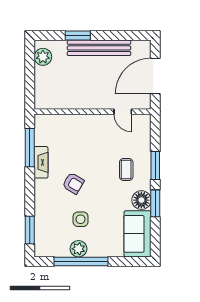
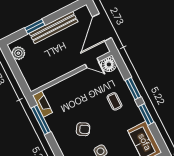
fireplace: (41, 162) -> (43, 104), moved
floor lamp: (141, 200) -> (109, 64), moved

